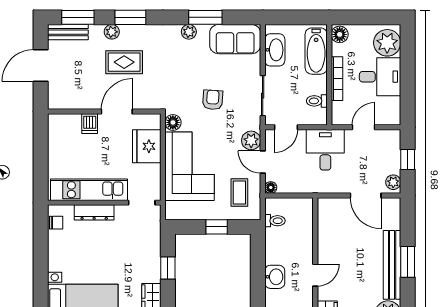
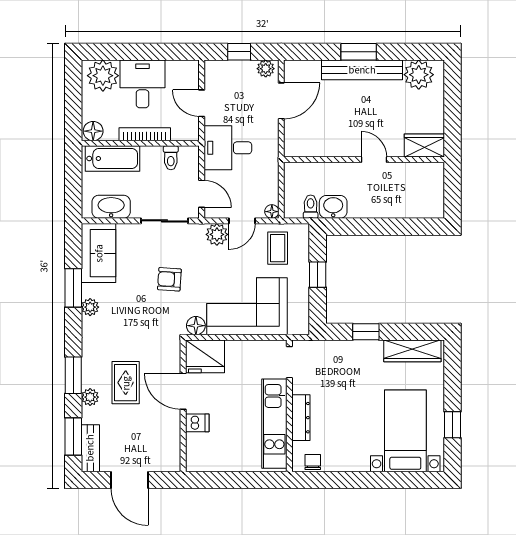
fridge: (147, 146) -> (205, 356), moved
coffee table: (239, 192) -> (278, 248), turned 90
washbasin: (275, 277) -> (333, 207), moved

